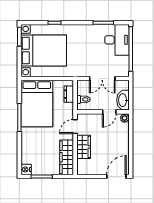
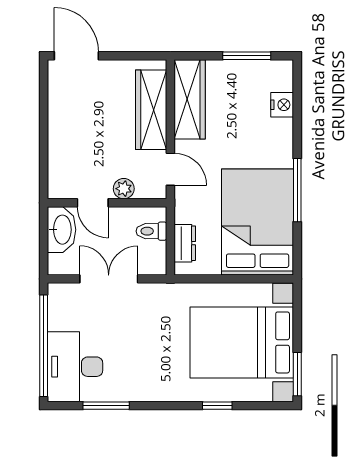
door: (109, 112) -> (93, 203), swing flipped
plant: (125, 118) -> (124, 189), moved
door: (75, 127) -> (170, 169), hinge flipped
wardrobe: (84, 147) -> (151, 110), width x1.50
nightstand: (26, 169) -> (282, 105), moved
door: (116, 177) -> (76, 56), swing flipped

